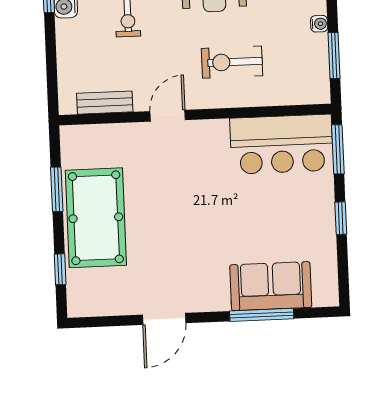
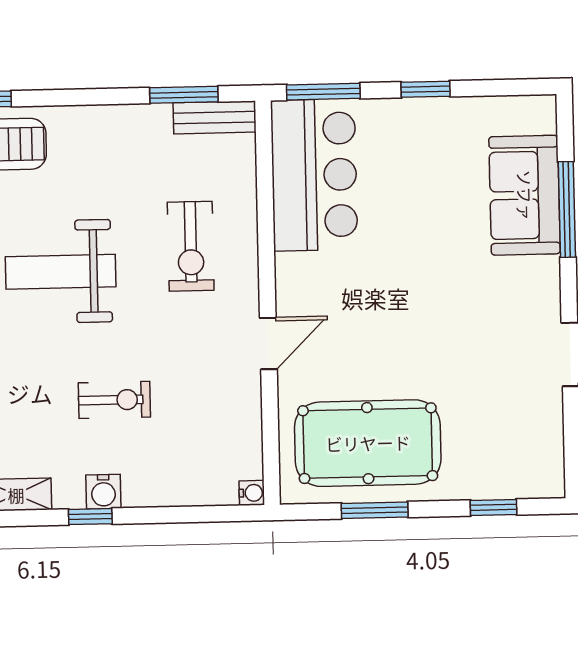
water cooler: (319, 24) -> (252, 493), moved, turned 90
bench: (105, 103) -> (215, 117), moved, turned 90
door: (168, 116) -> (268, 344), swing flipped
pool table: (96, 218) -> (368, 443), moved

